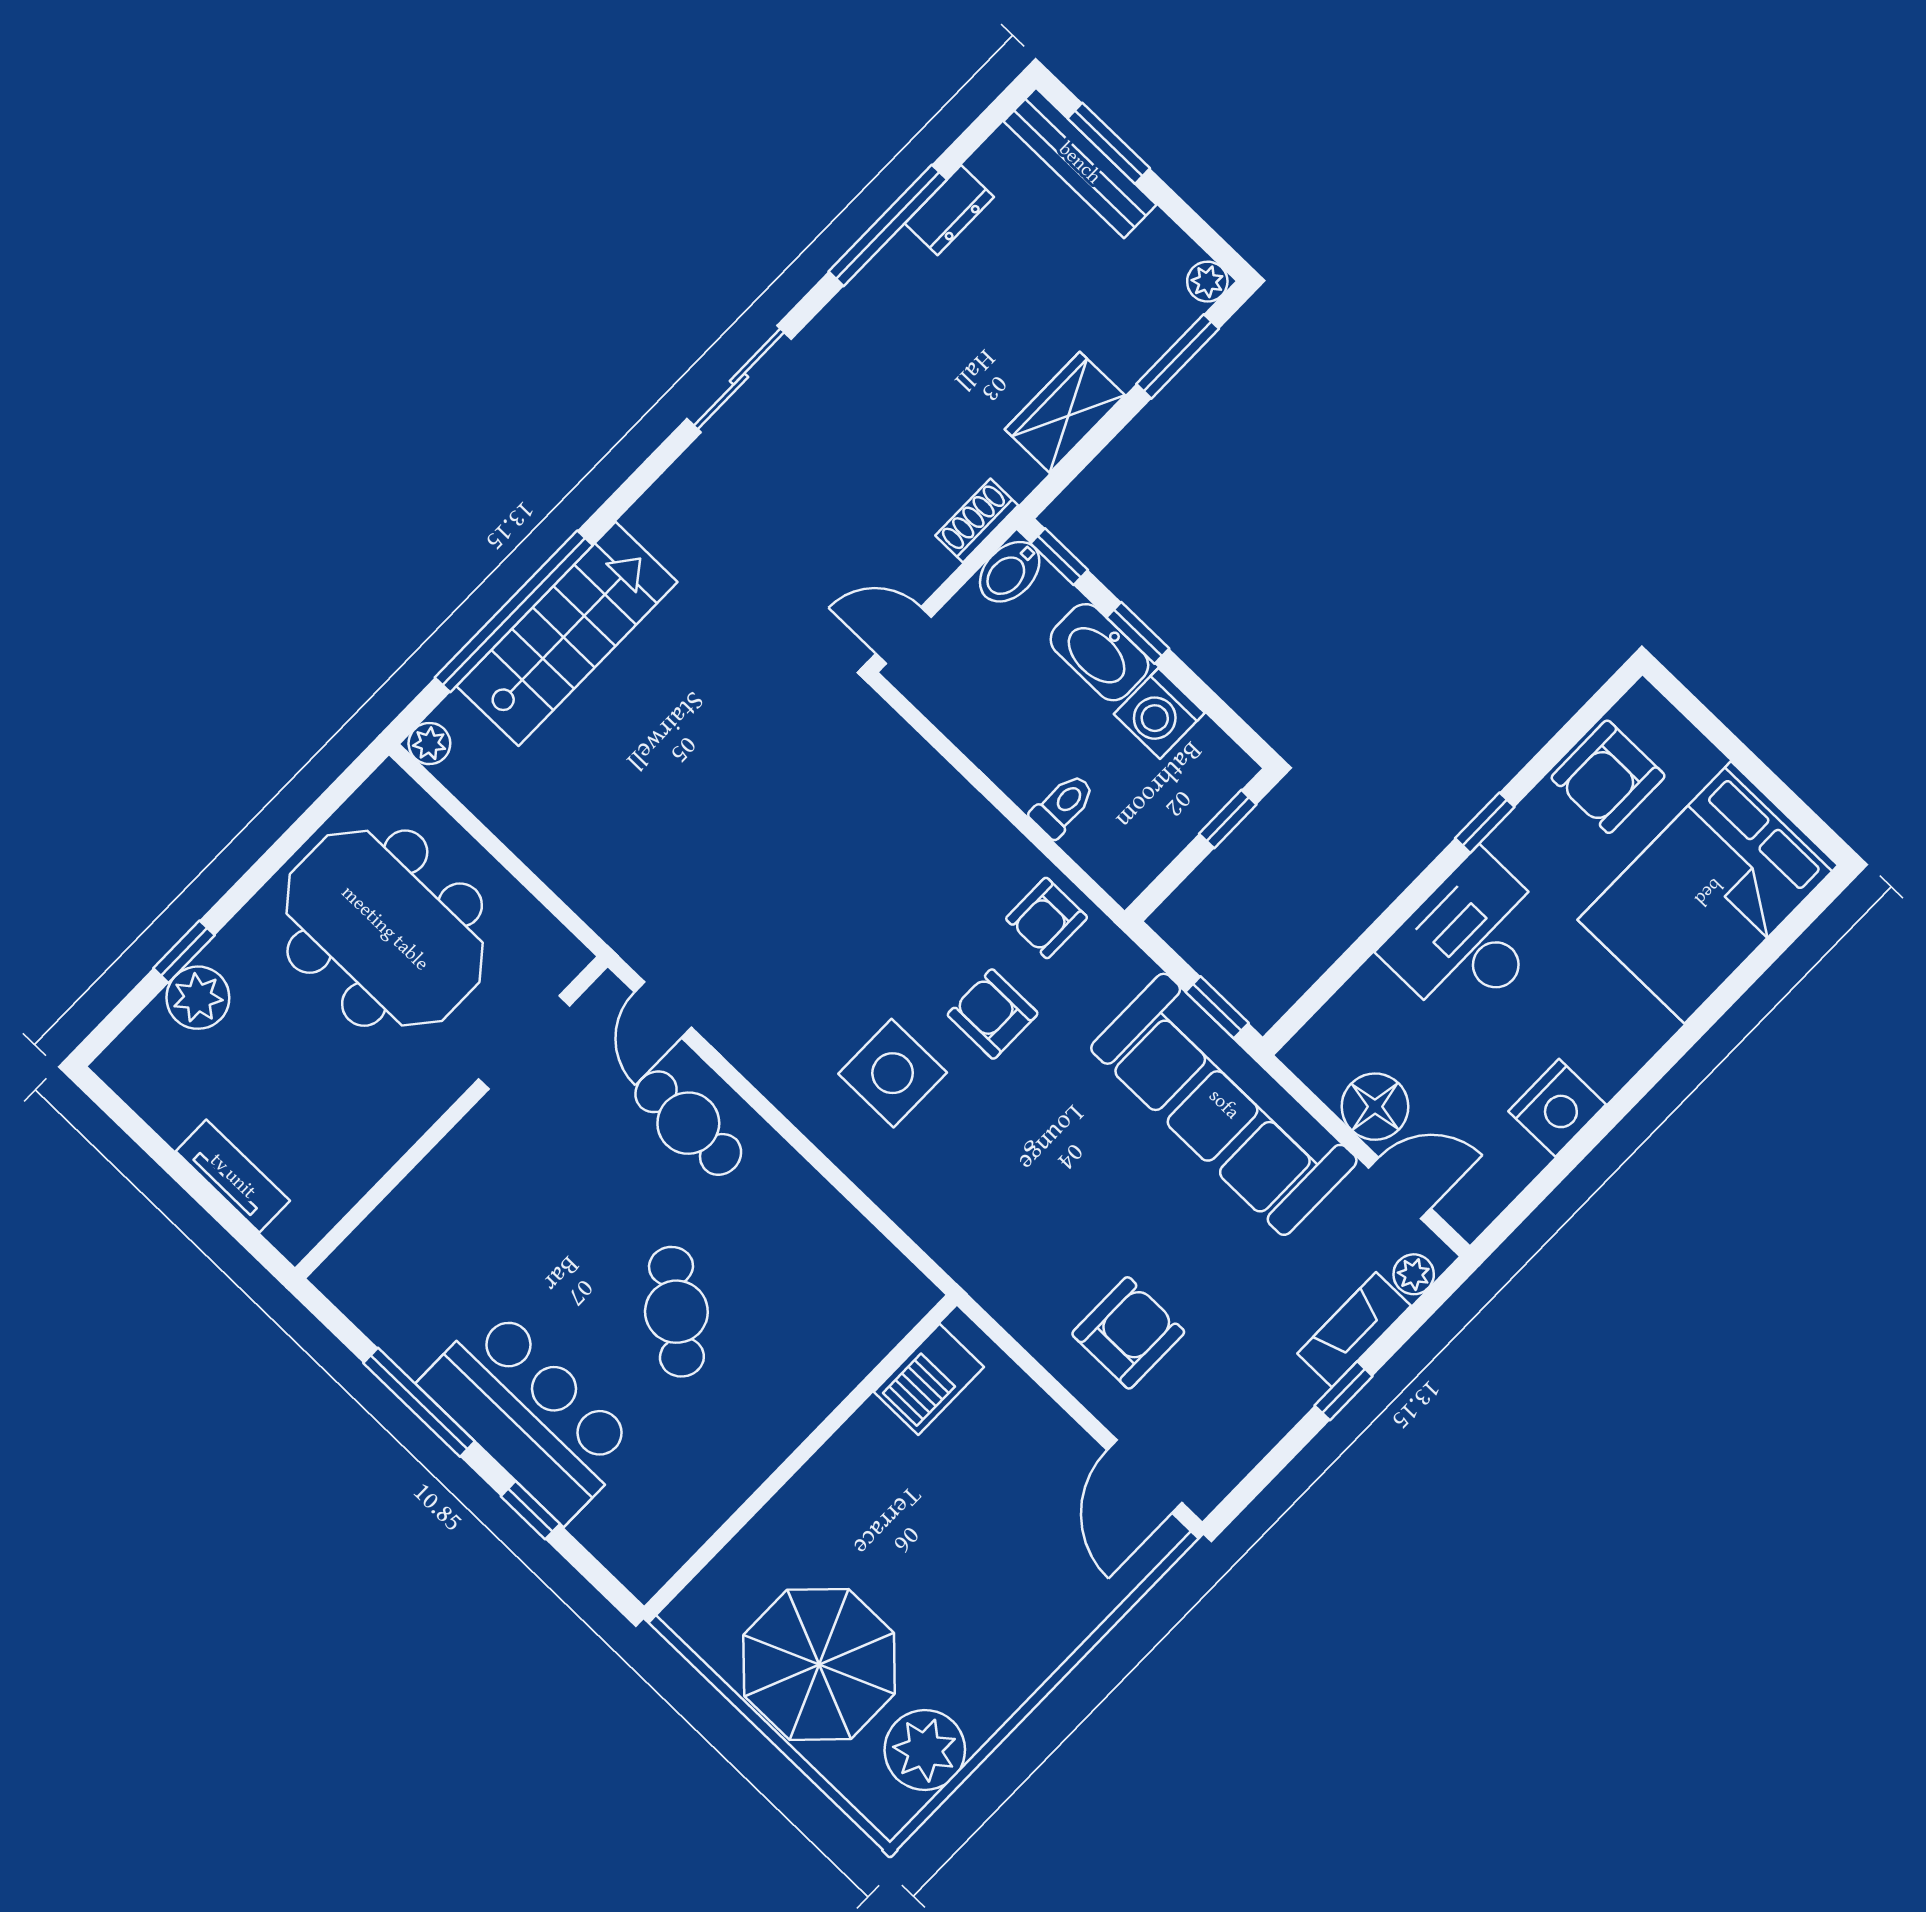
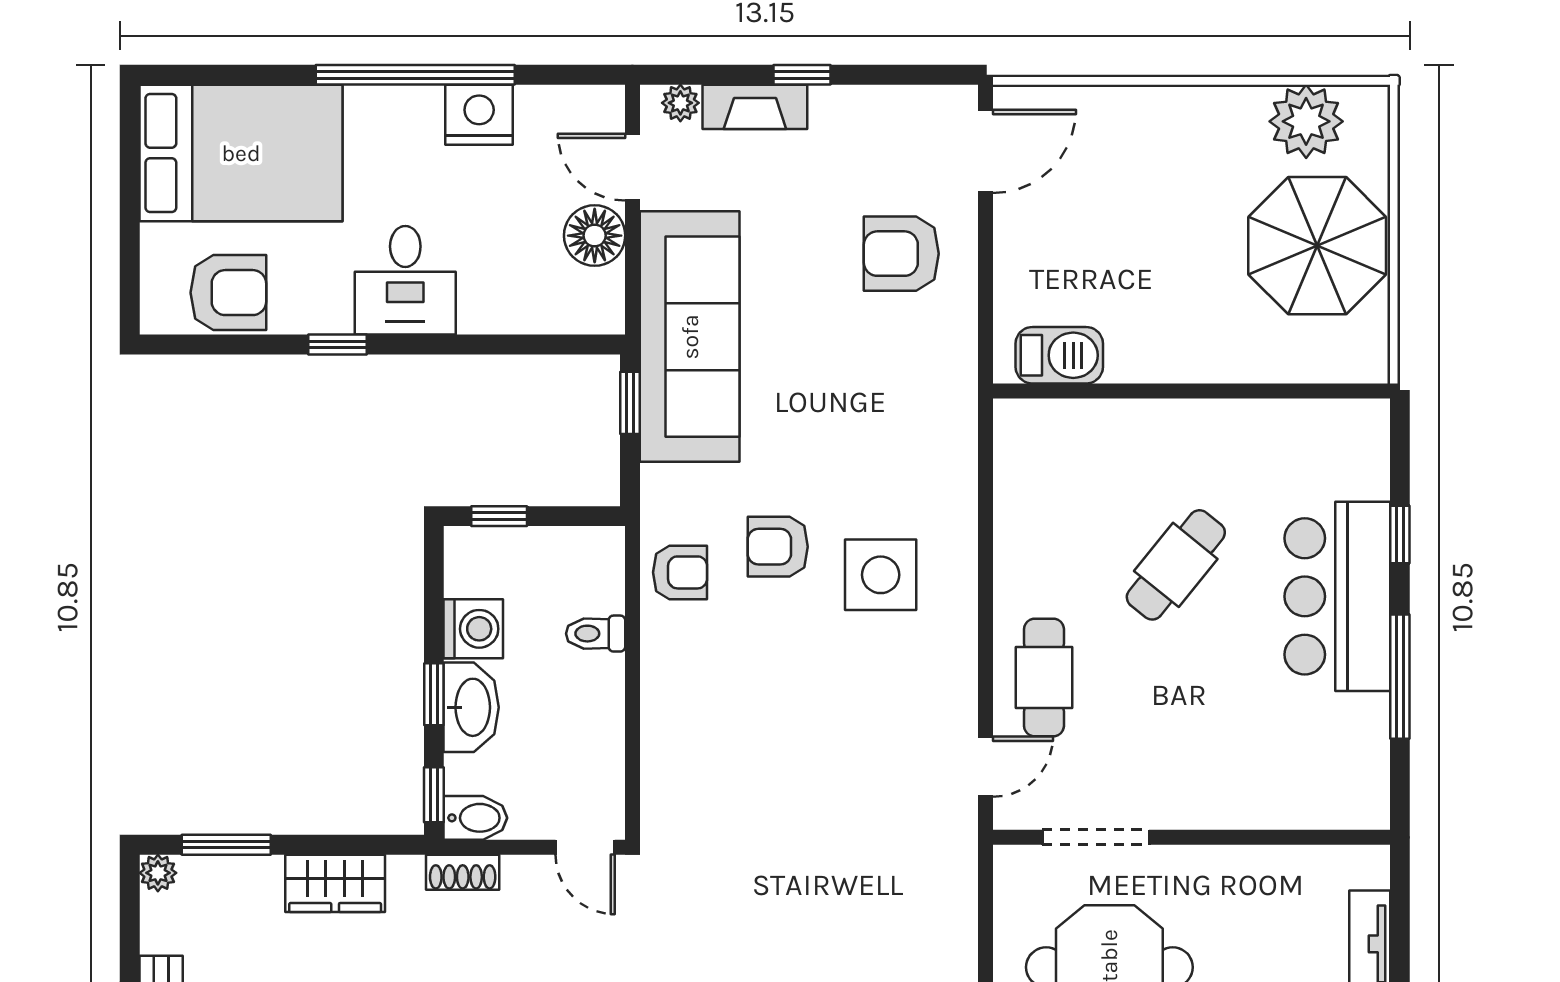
desk: (1469, 939) -> (405, 280), width x0.73
armchair: (993, 1014) -> (778, 547), turned 90
window: (1637, 1088) -> (415, 75), added

